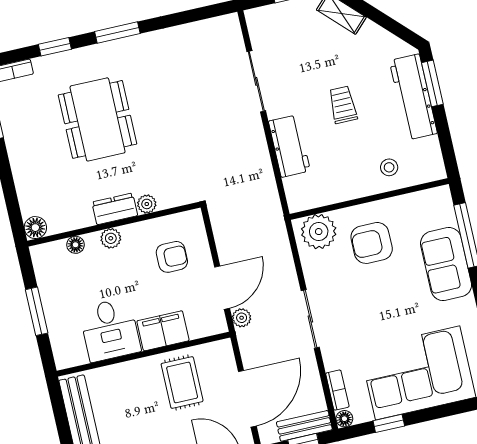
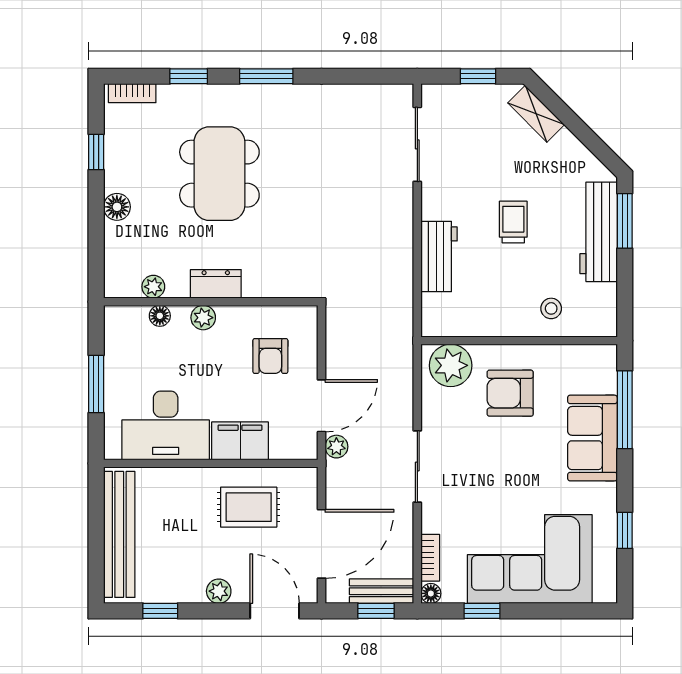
sliding door: (256, 81) -> (417, 144), moved
plant: (147, 204) -> (153, 287), moved
floor lamp: (35, 228) -> (117, 207), moved
armchair: (172, 257) -> (270, 356), turned 90
desk: (110, 330) -> (166, 425), width x1.37
rug: (182, 383) -> (249, 507), turned 90

